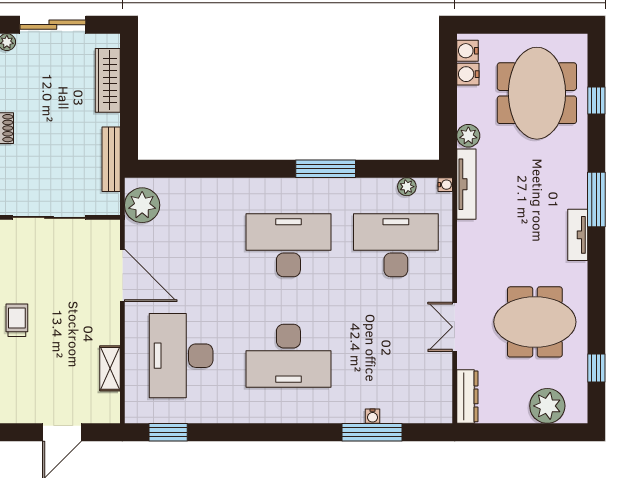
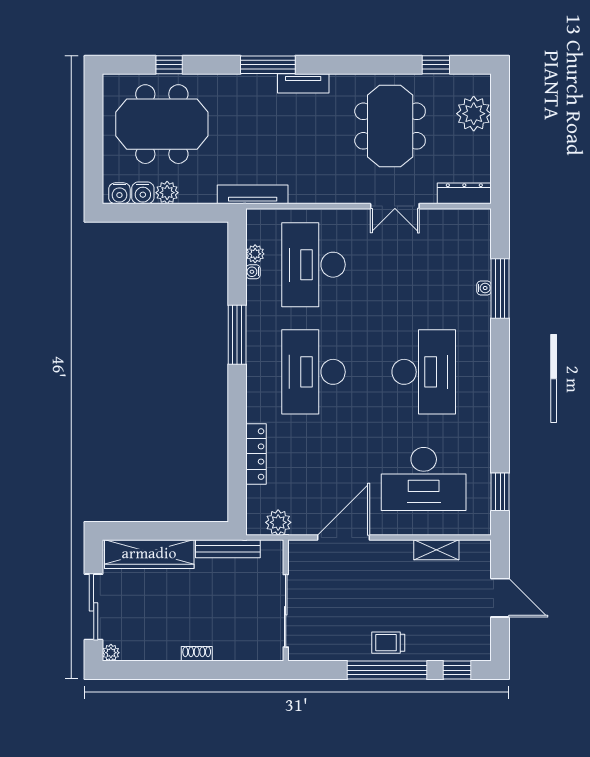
wardrobe: (108, 80) -> (149, 554), width x1.40, depth x1.17
plant: (468, 136) -> (167, 193), moved
water cooler: (445, 185) -> (253, 272), moved, turned -90
locker: (206, 188) -> (256, 454), added
plant: (142, 205) -> (278, 522), width x0.73, depth x0.73

